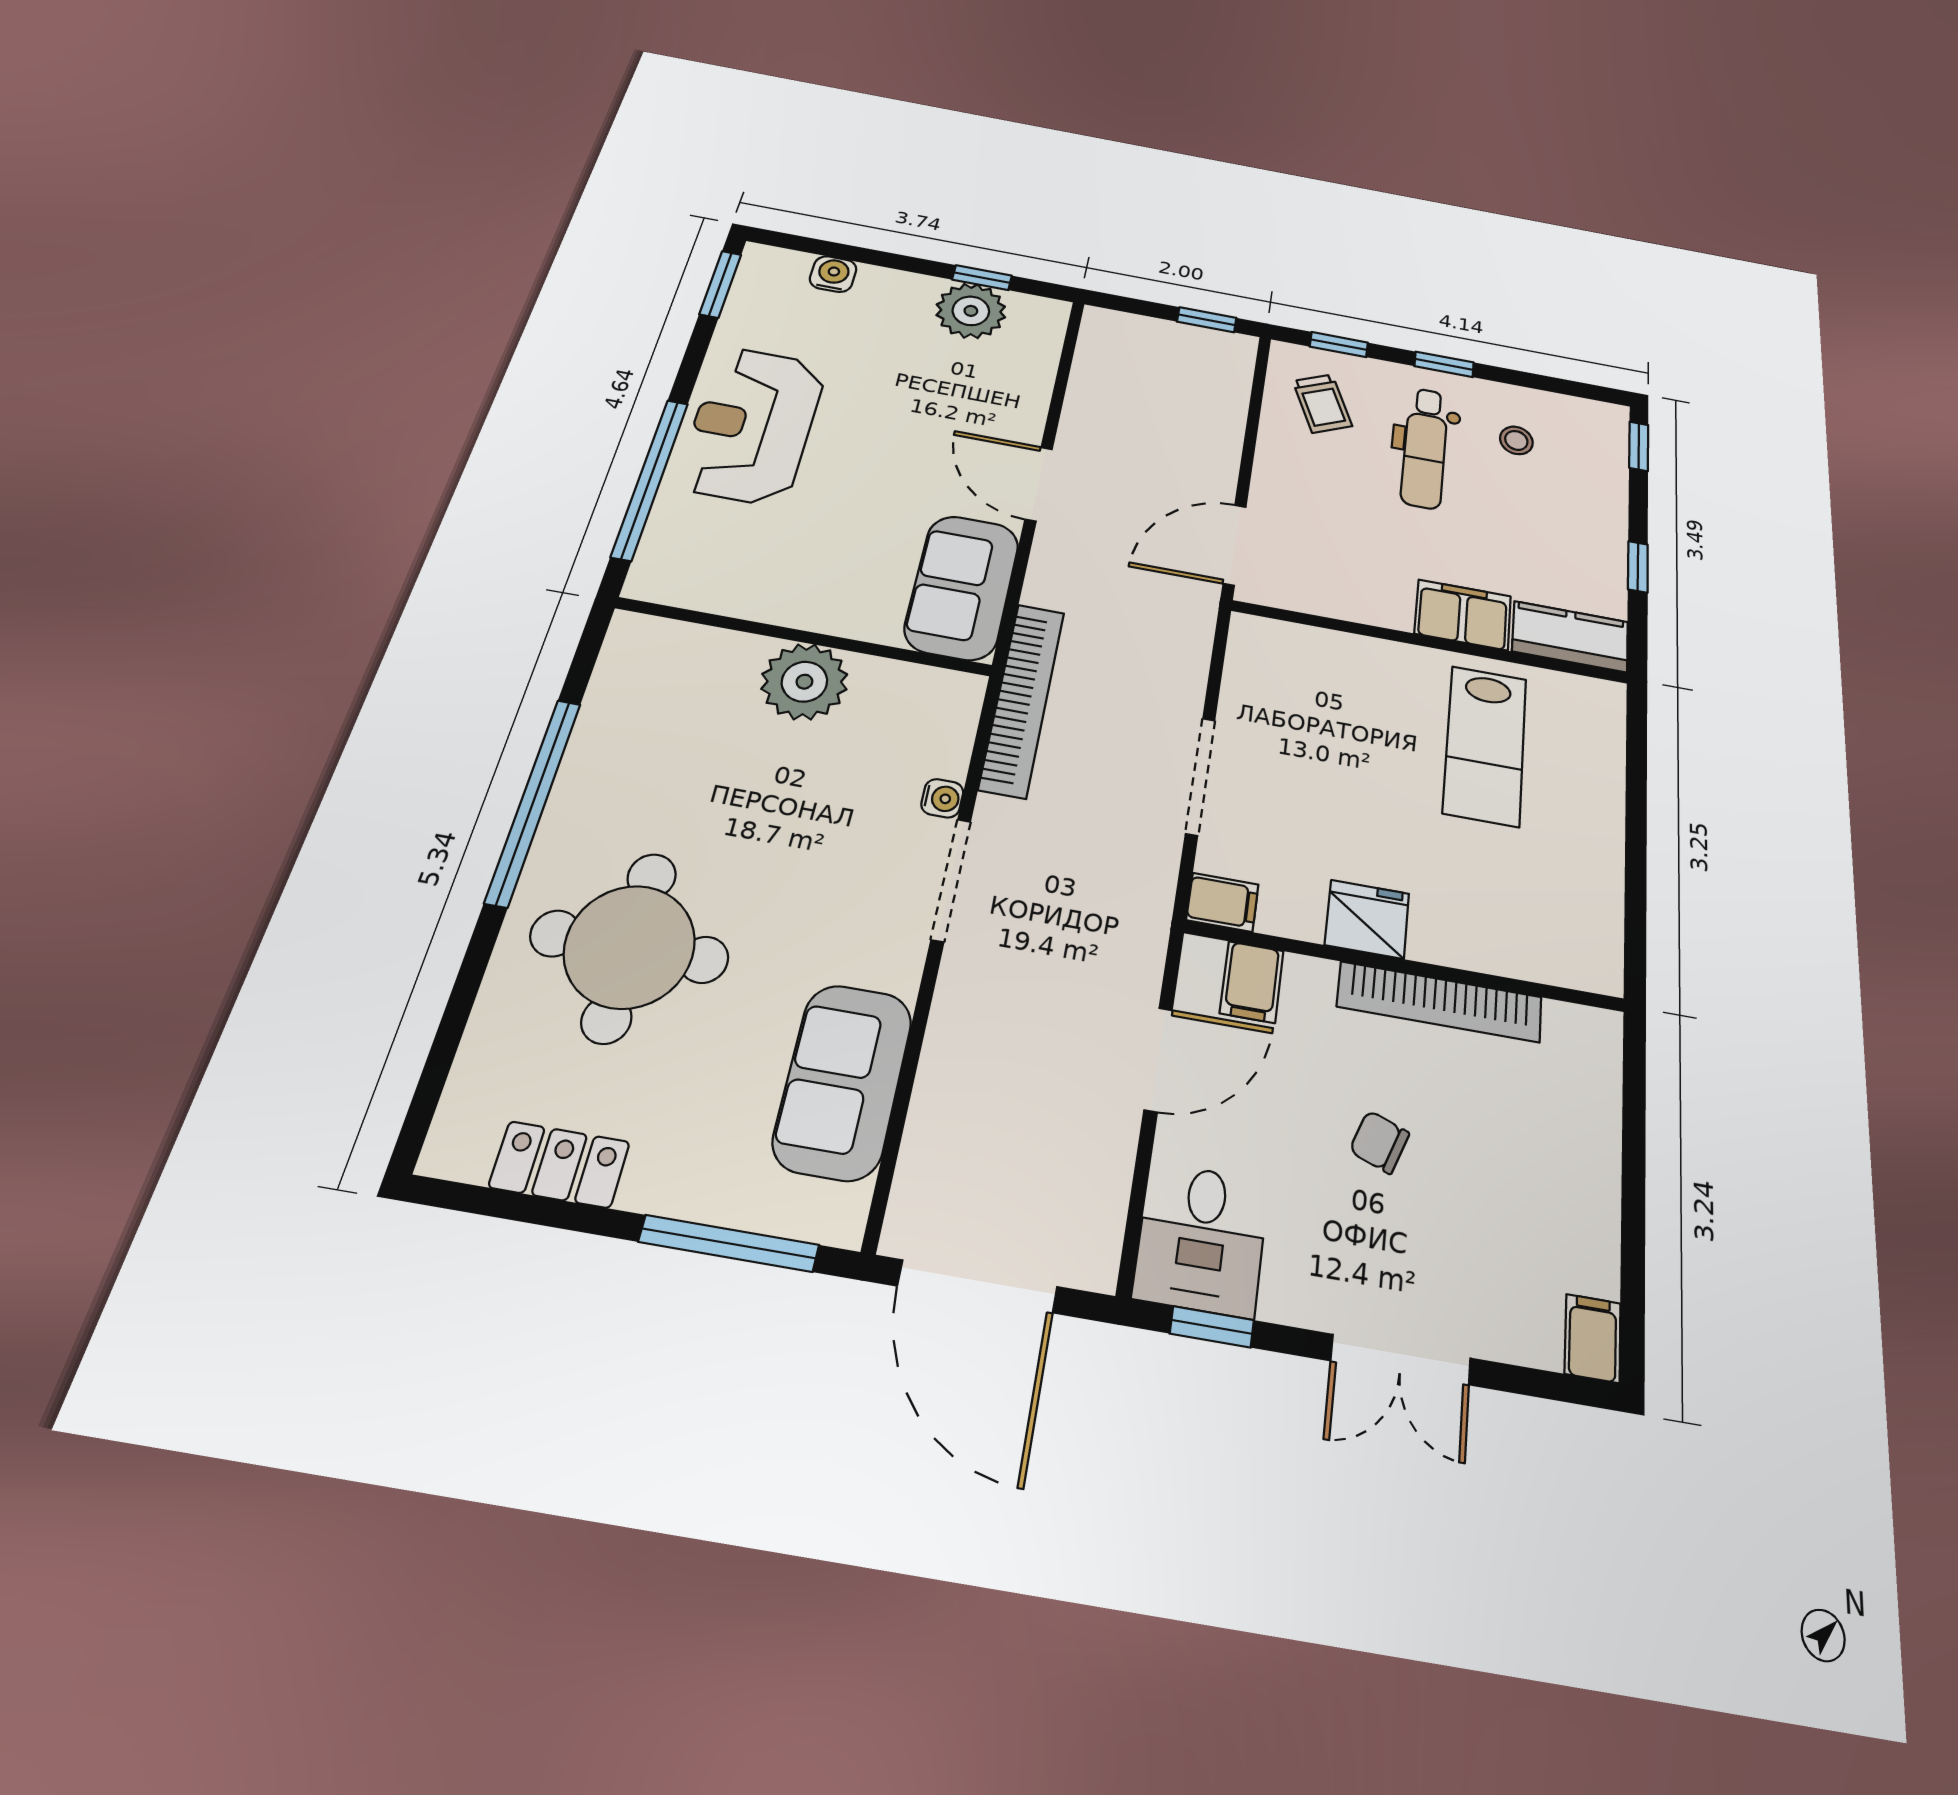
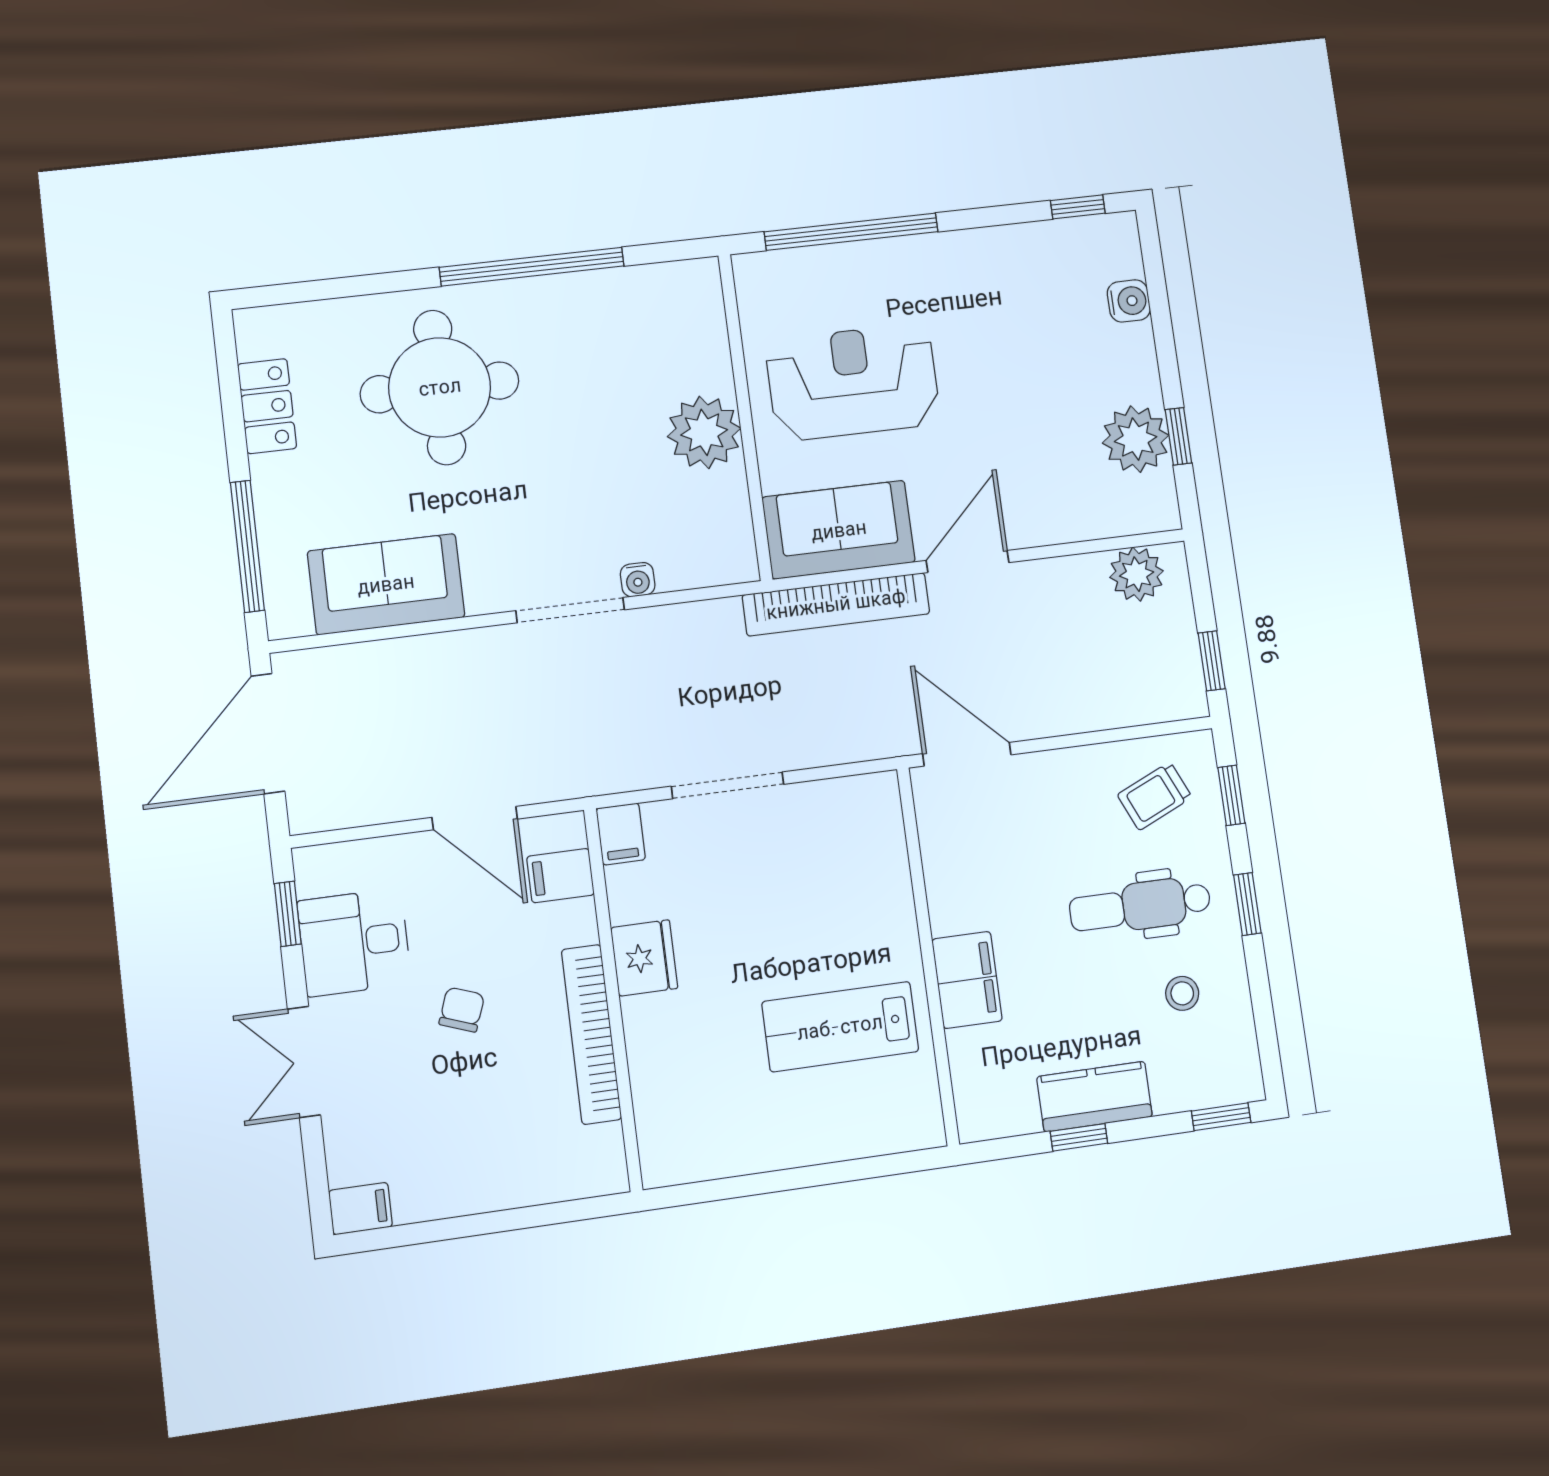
window: (720, 284) -> (1078, 207), width x0.67
plant: (1103, 351) -> (1137, 574), added
reception desk: (752, 425) -> (853, 382), moved
kitchen counter: (1570, 637) -> (1095, 1097), moved, turned -90
bookcase: (1022, 699) -> (836, 604), moved
desk: (1201, 1239) -> (354, 942), moved

